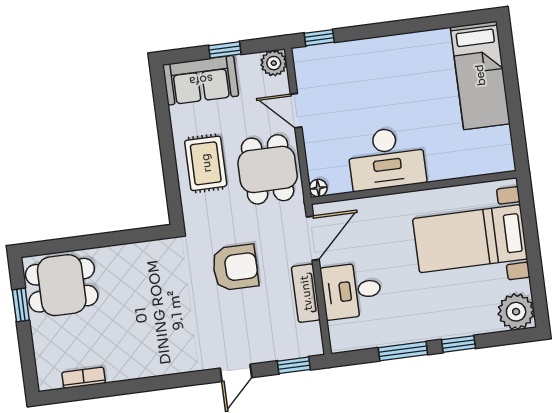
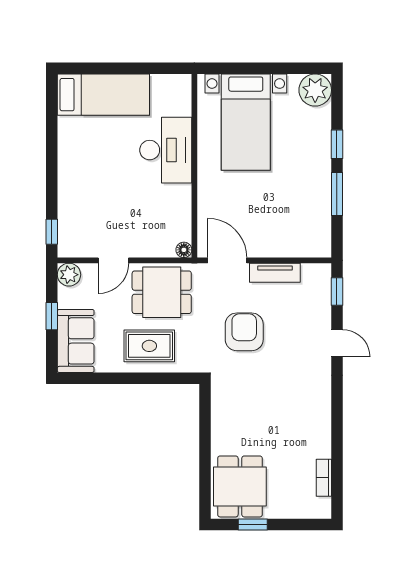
desk: (387, 159) -> (166, 150), moved
desk: (351, 291) -> (278, 232), removed

